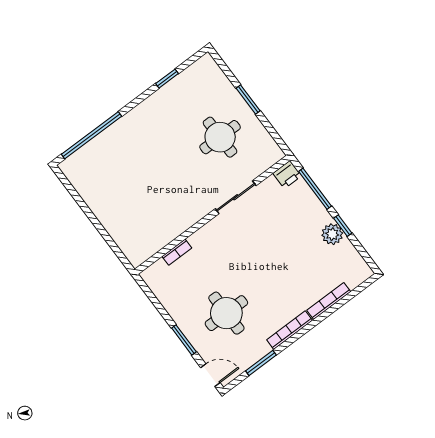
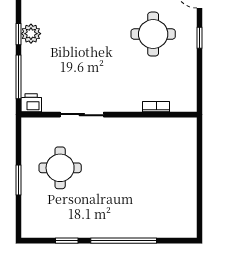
window: (91, 135) -> (124, 241), moved
window: (184, 340) -> (199, 38), width x0.67

